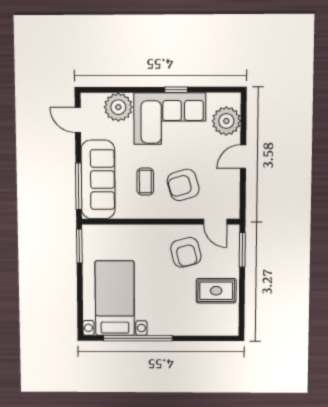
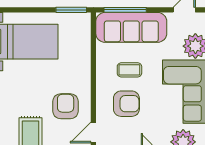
armchair: (183, 185) -> (126, 104), turned 106
armchair: (186, 252) -> (66, 106), turned 104

